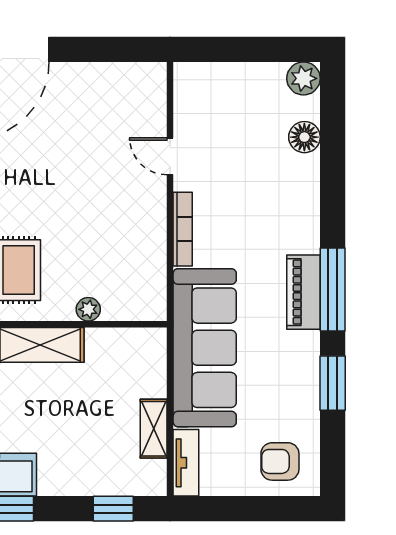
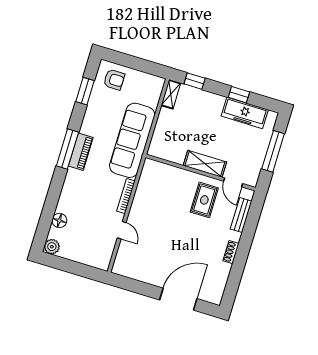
plant: (88, 309) -> (179, 173), removed
window: (333, 383) -> (85, 91), moved
shelving: (154, 429) -> (171, 94), moved
tv unit: (186, 463) -> (156, 92), removed

